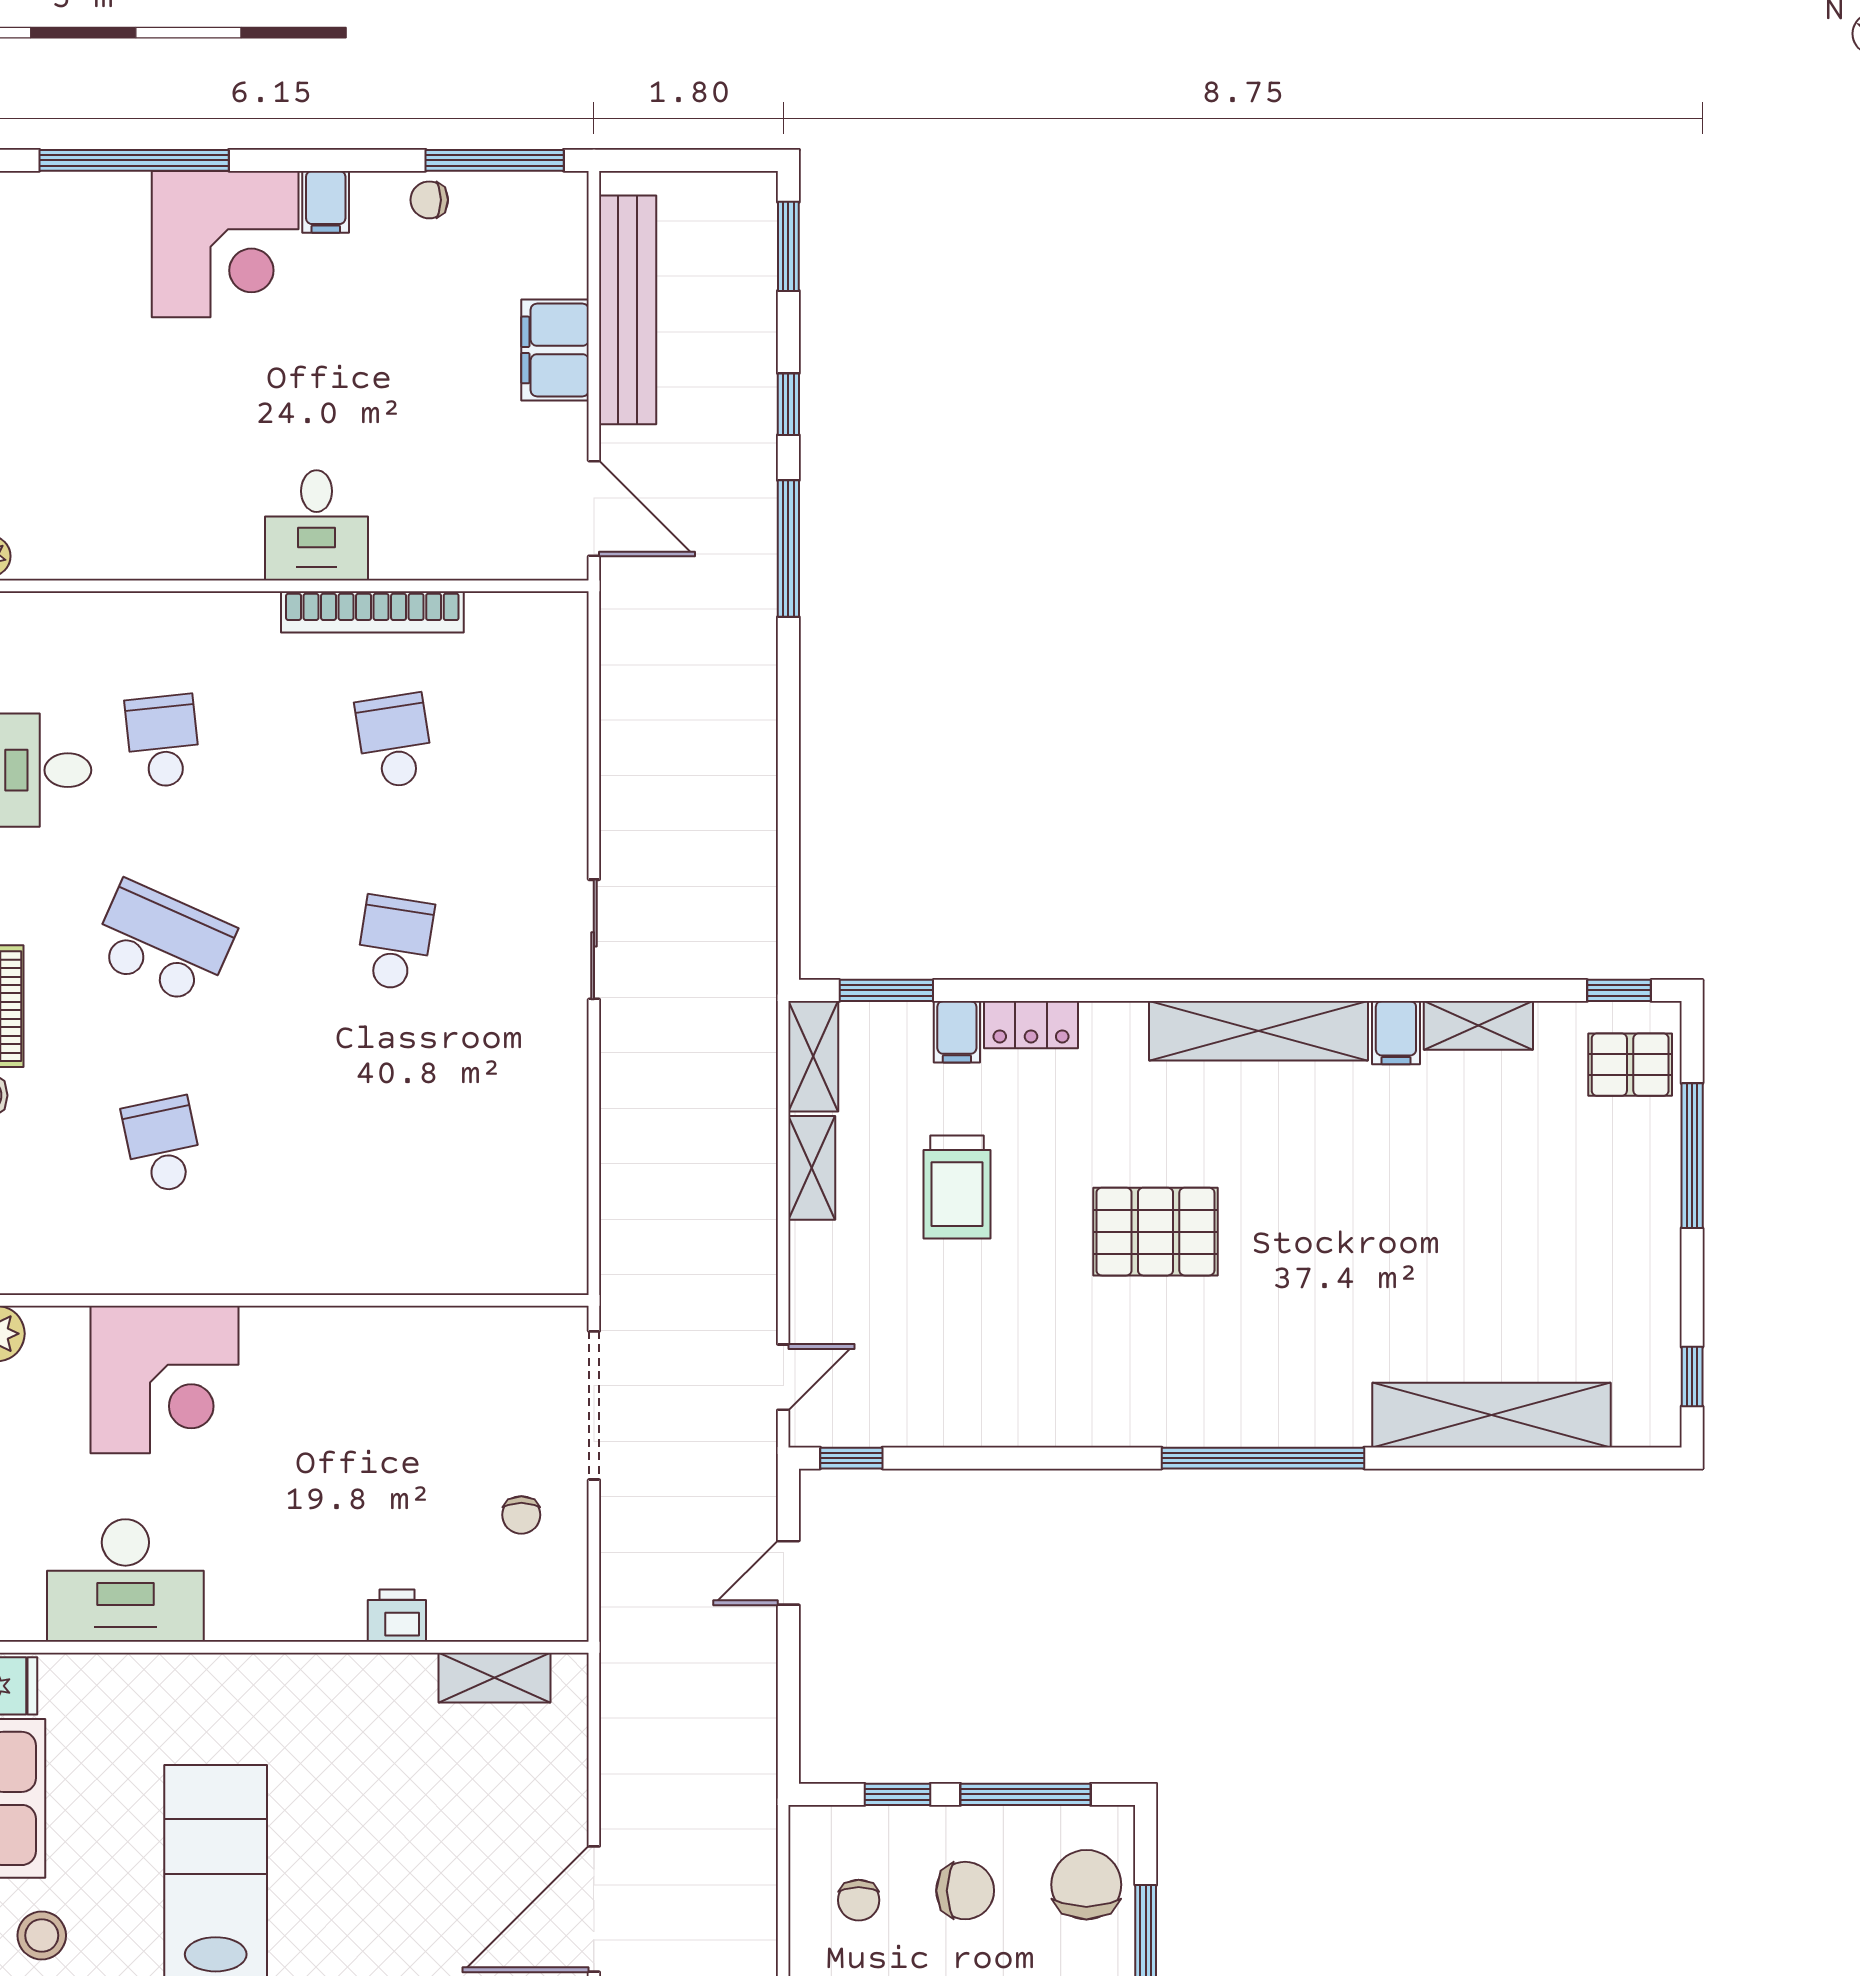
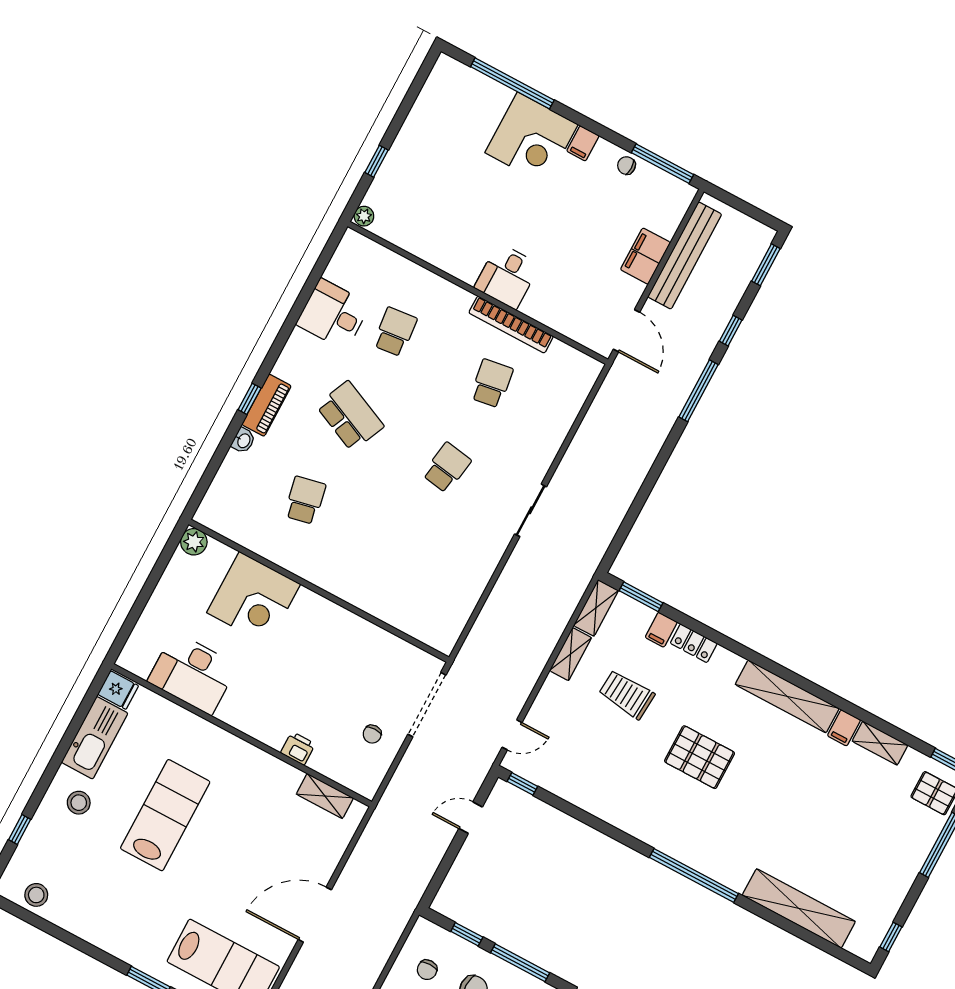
trolley: (957, 1187) -> (627, 694), turned 94

